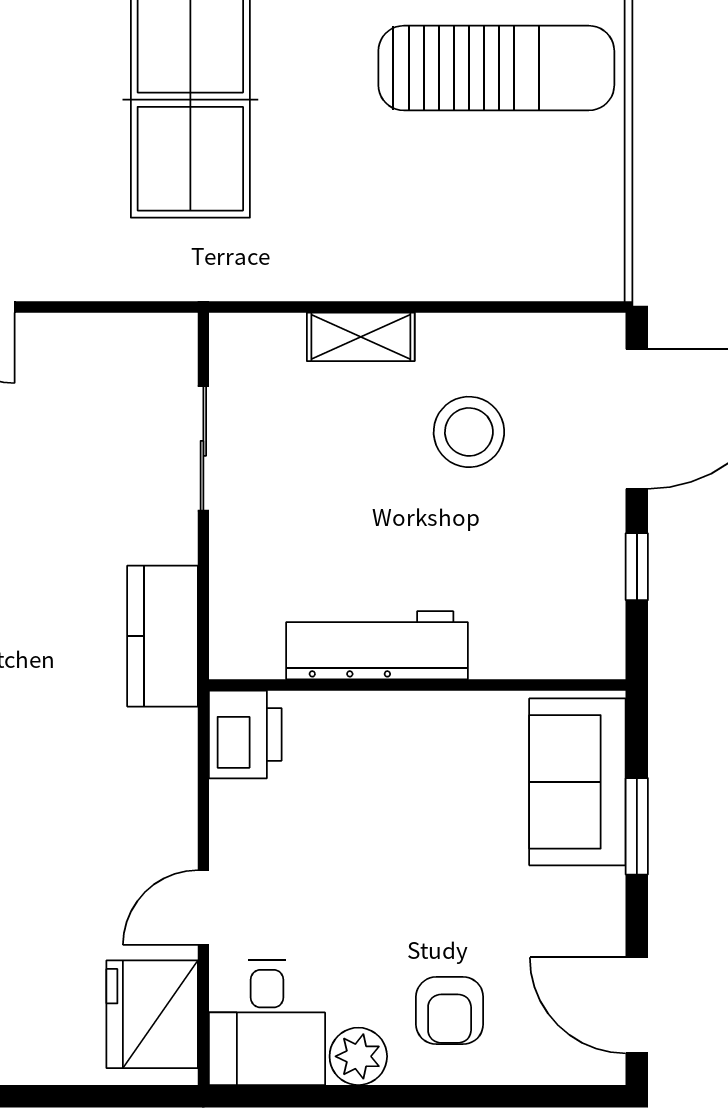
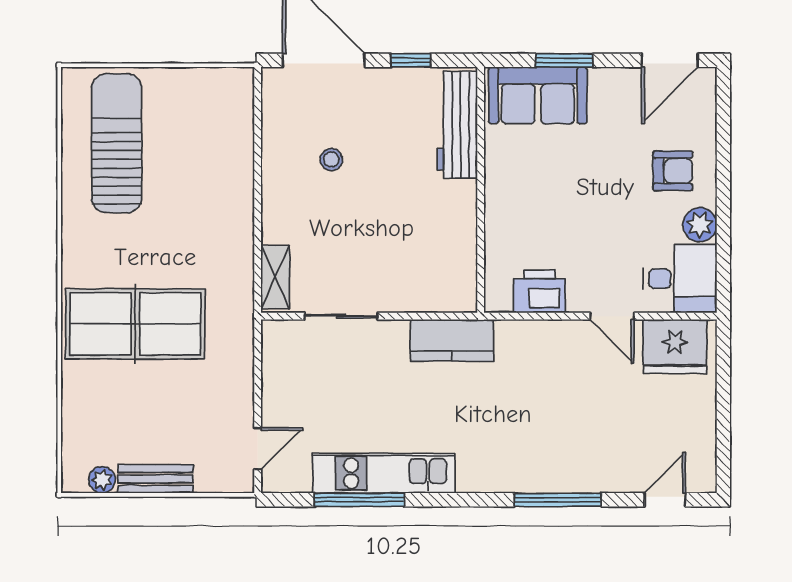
shelving: (361, 337) -> (275, 277), moved
stool: (469, 432) -> (331, 159), width x0.53, depth x0.53
workbench: (377, 645) -> (457, 125), moved
printer: (245, 734) -> (539, 291), moved

